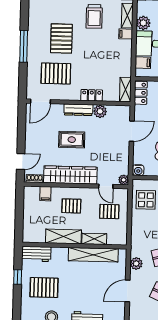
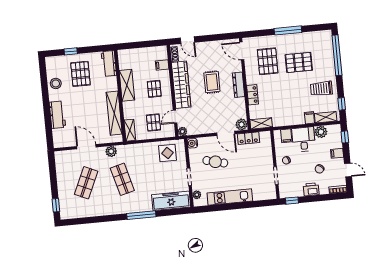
locker: (141, 93) -> (248, 138), moved
plant: (100, 111) -> (241, 124), moved
shelving: (94, 239) -> (130, 130), moved
window: (18, 277) -> (71, 51), moved

